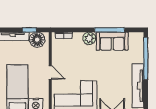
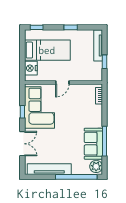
plant: (89, 38) -> (96, 166), moved
floor lamp: (37, 40) -> (95, 70), removed

